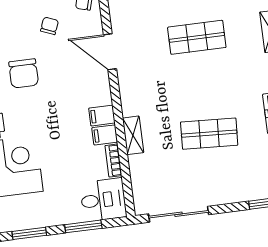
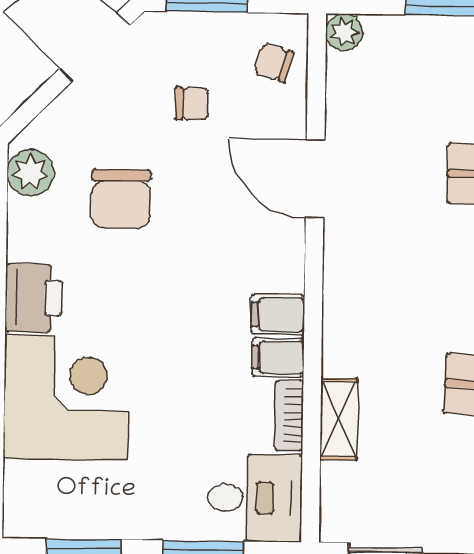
chair: (50, 26) -> (192, 104), turned 68
shelving: (133, 135) -> (339, 419), moved

